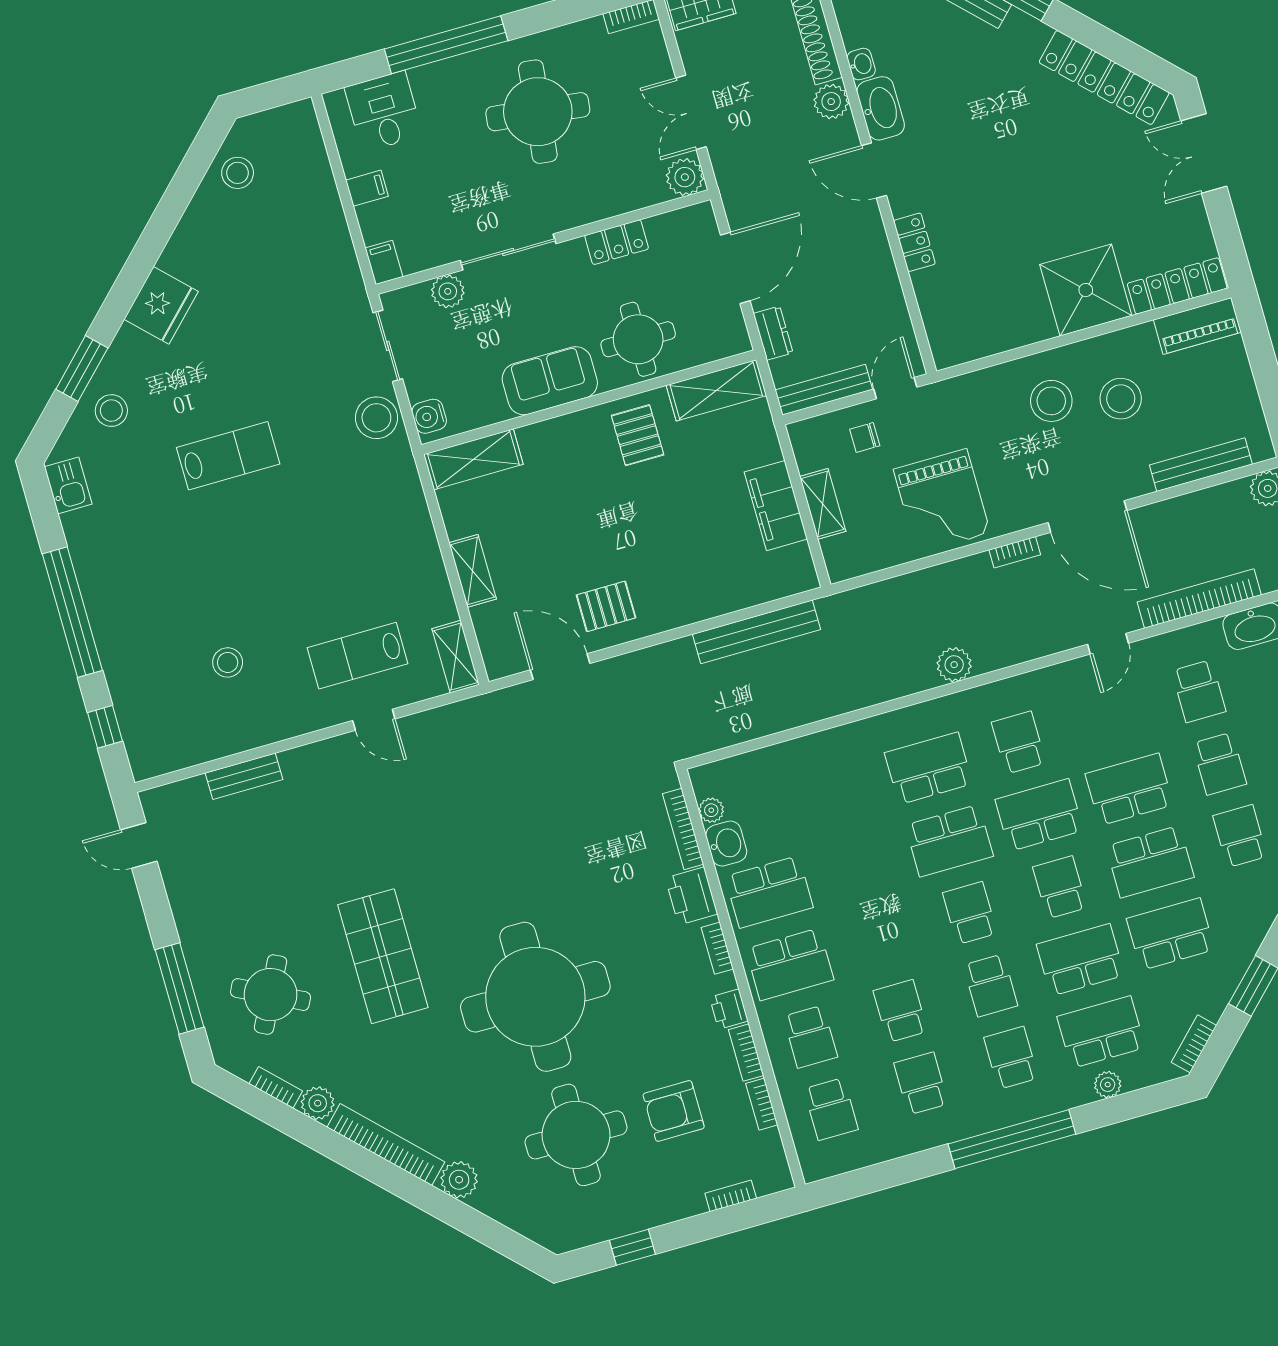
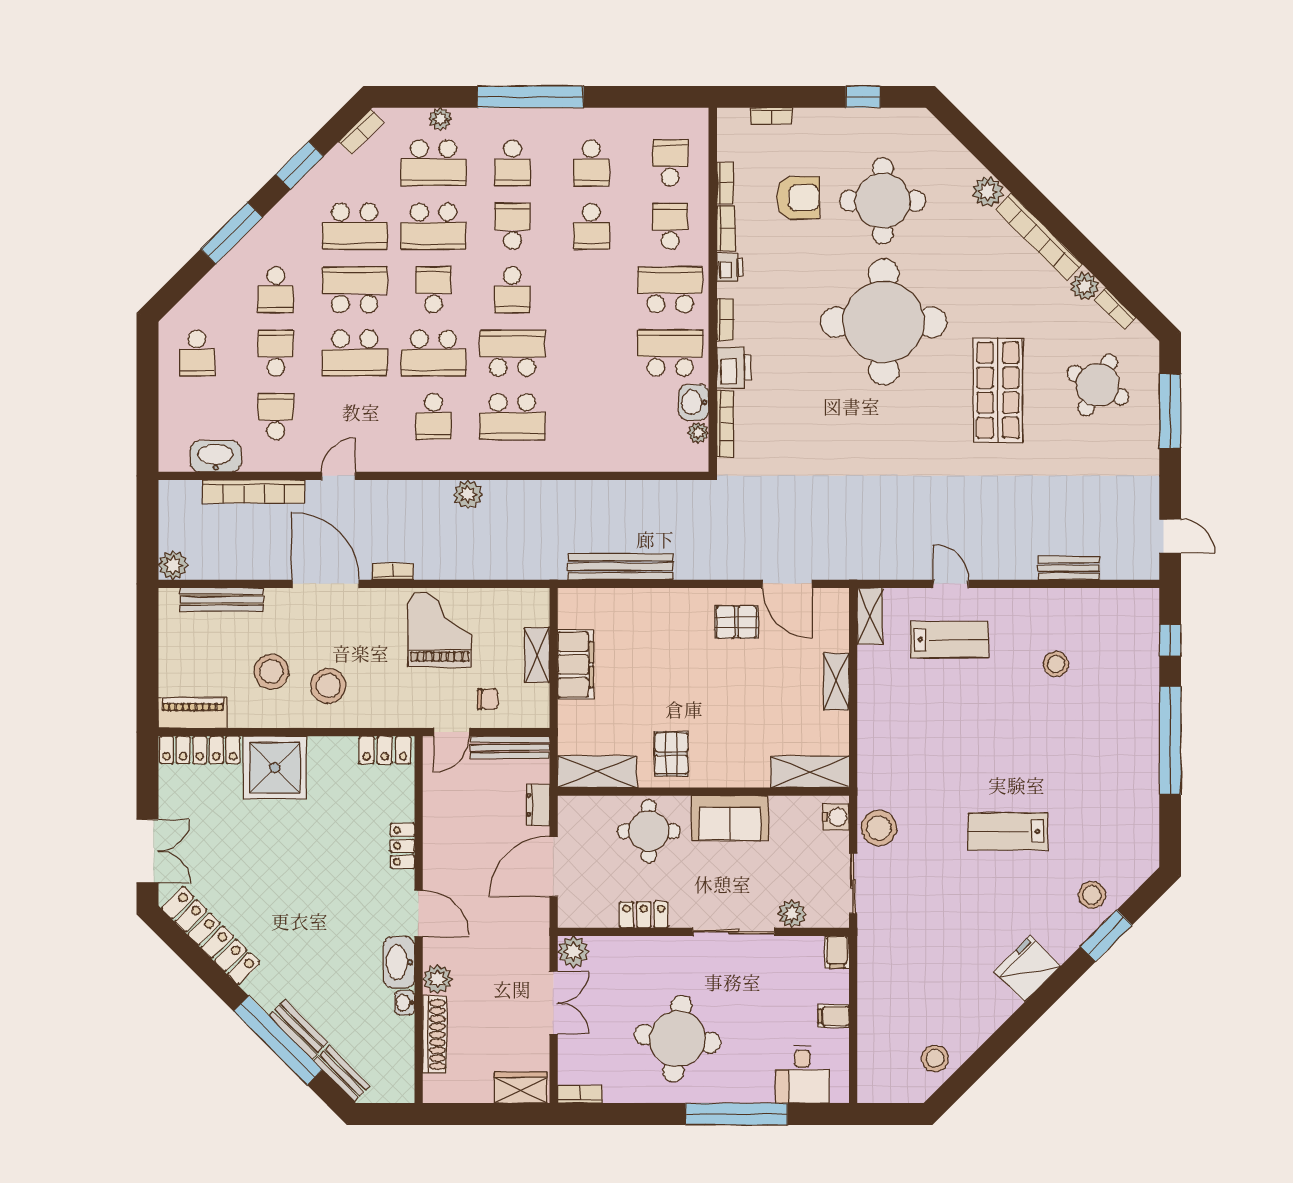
locker: (966, 346) -> (385, 750), added
kitchen sink: (68, 485) -> (1144, 844), removed
school desk: (1060, 887) -> (434, 290), turned 180

